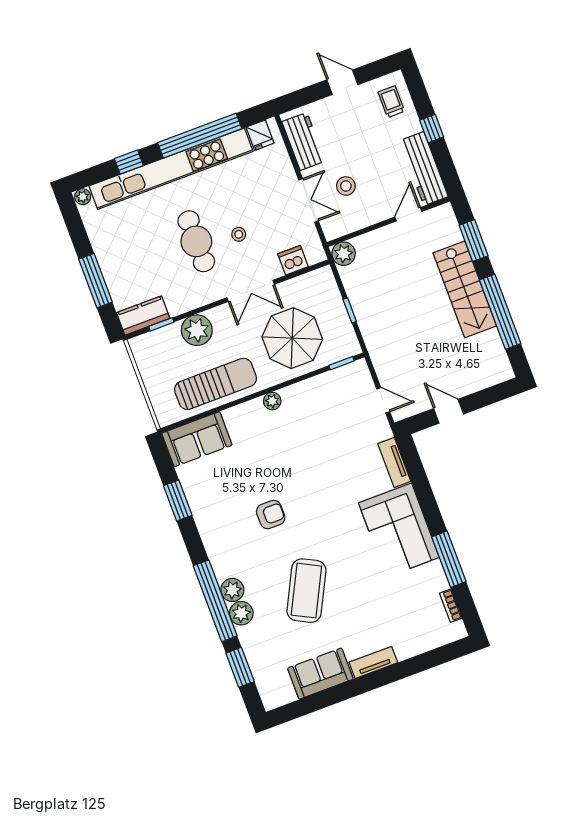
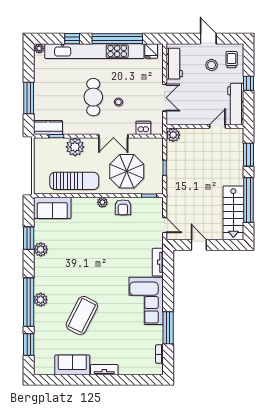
stool: (346, 186) -> (212, 65), moved
stairs: (465, 289) -> (233, 213), moved
armchair: (271, 515) -> (123, 207), moved, turned 90
plant: (241, 613) -> (41, 249), moved

